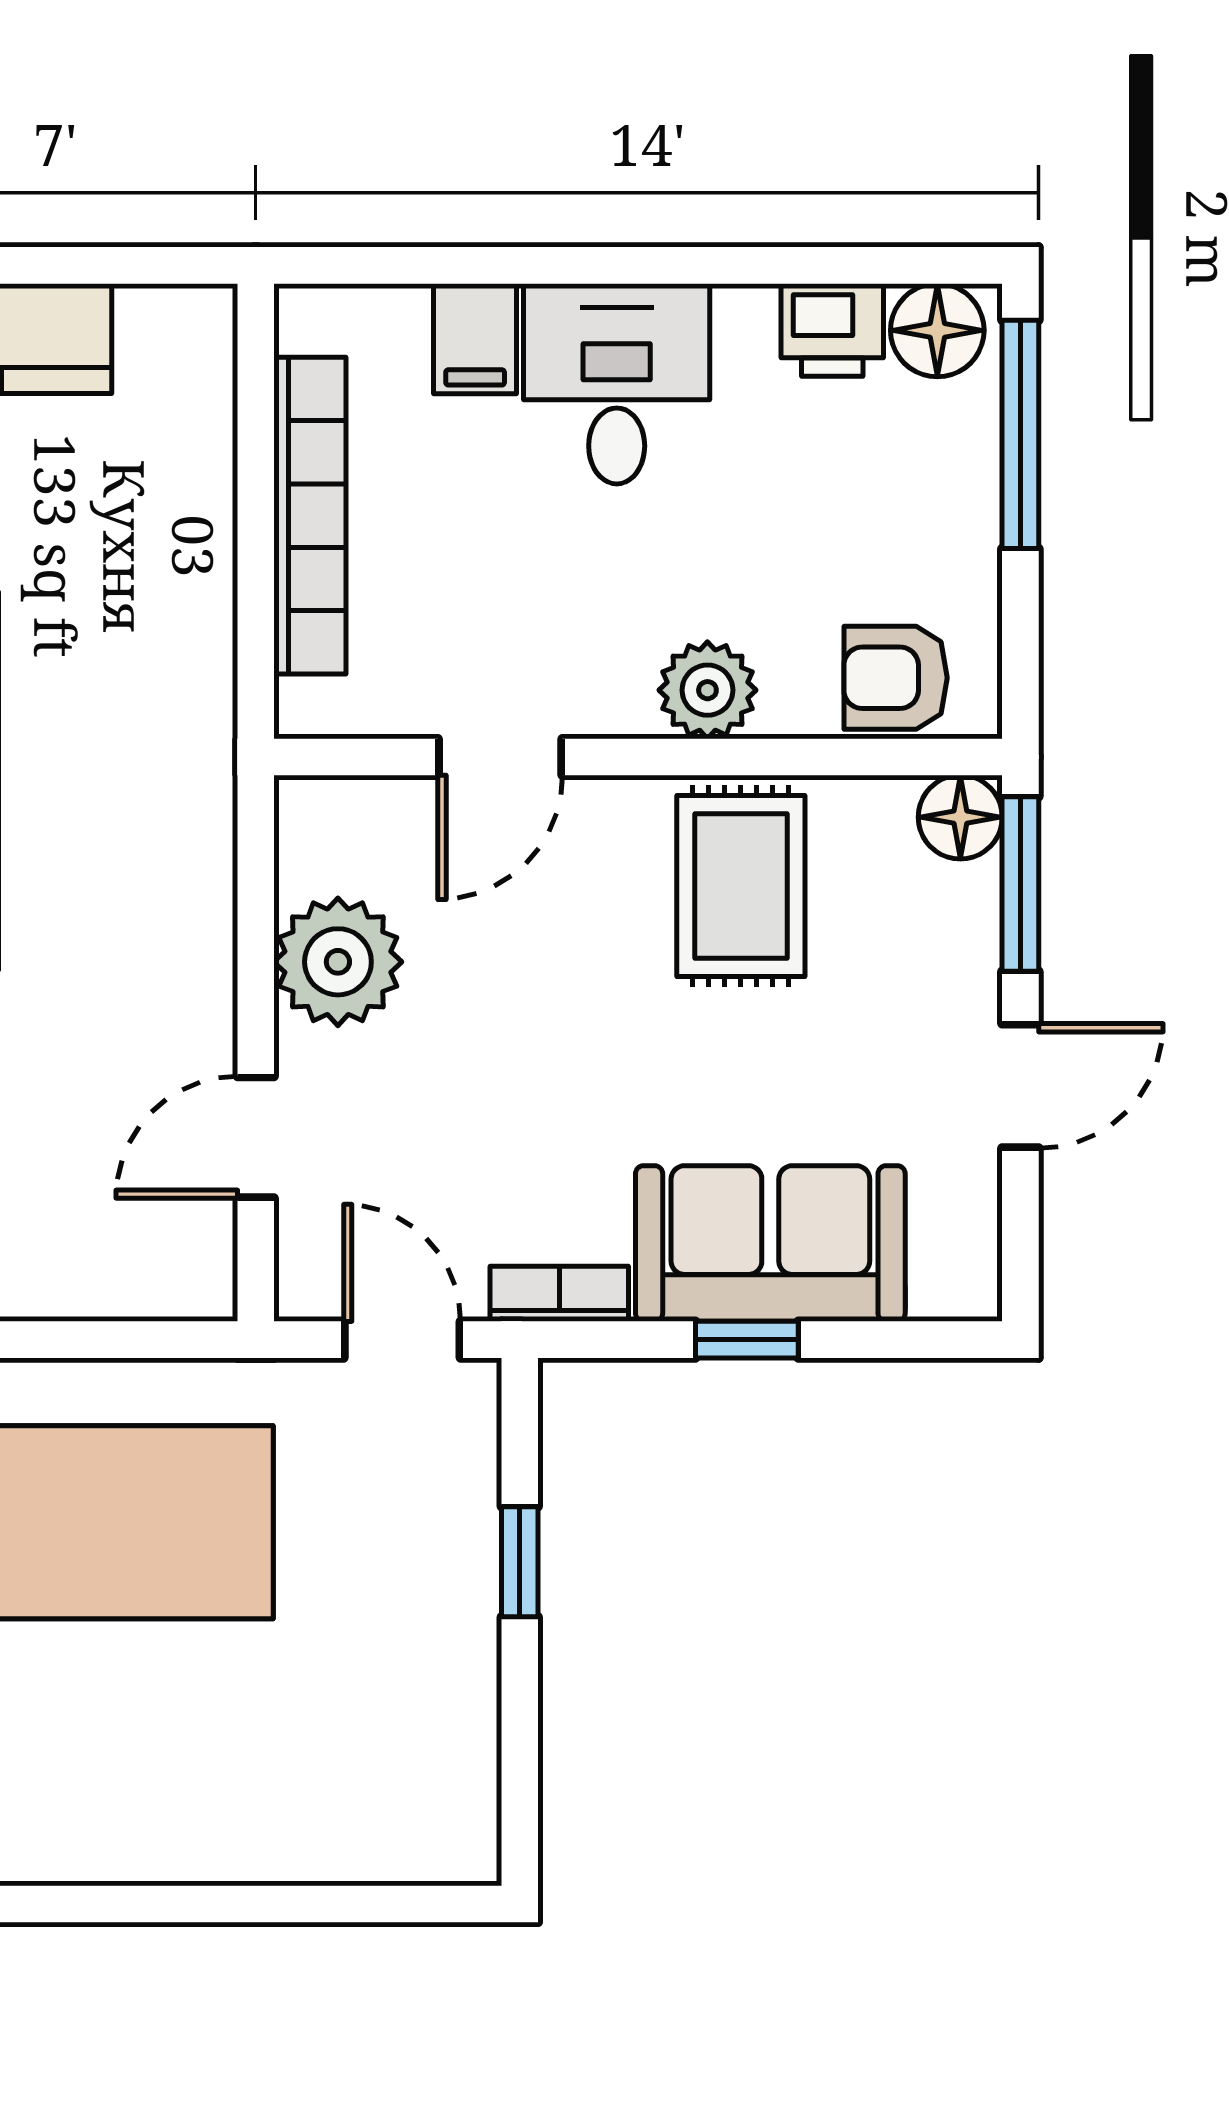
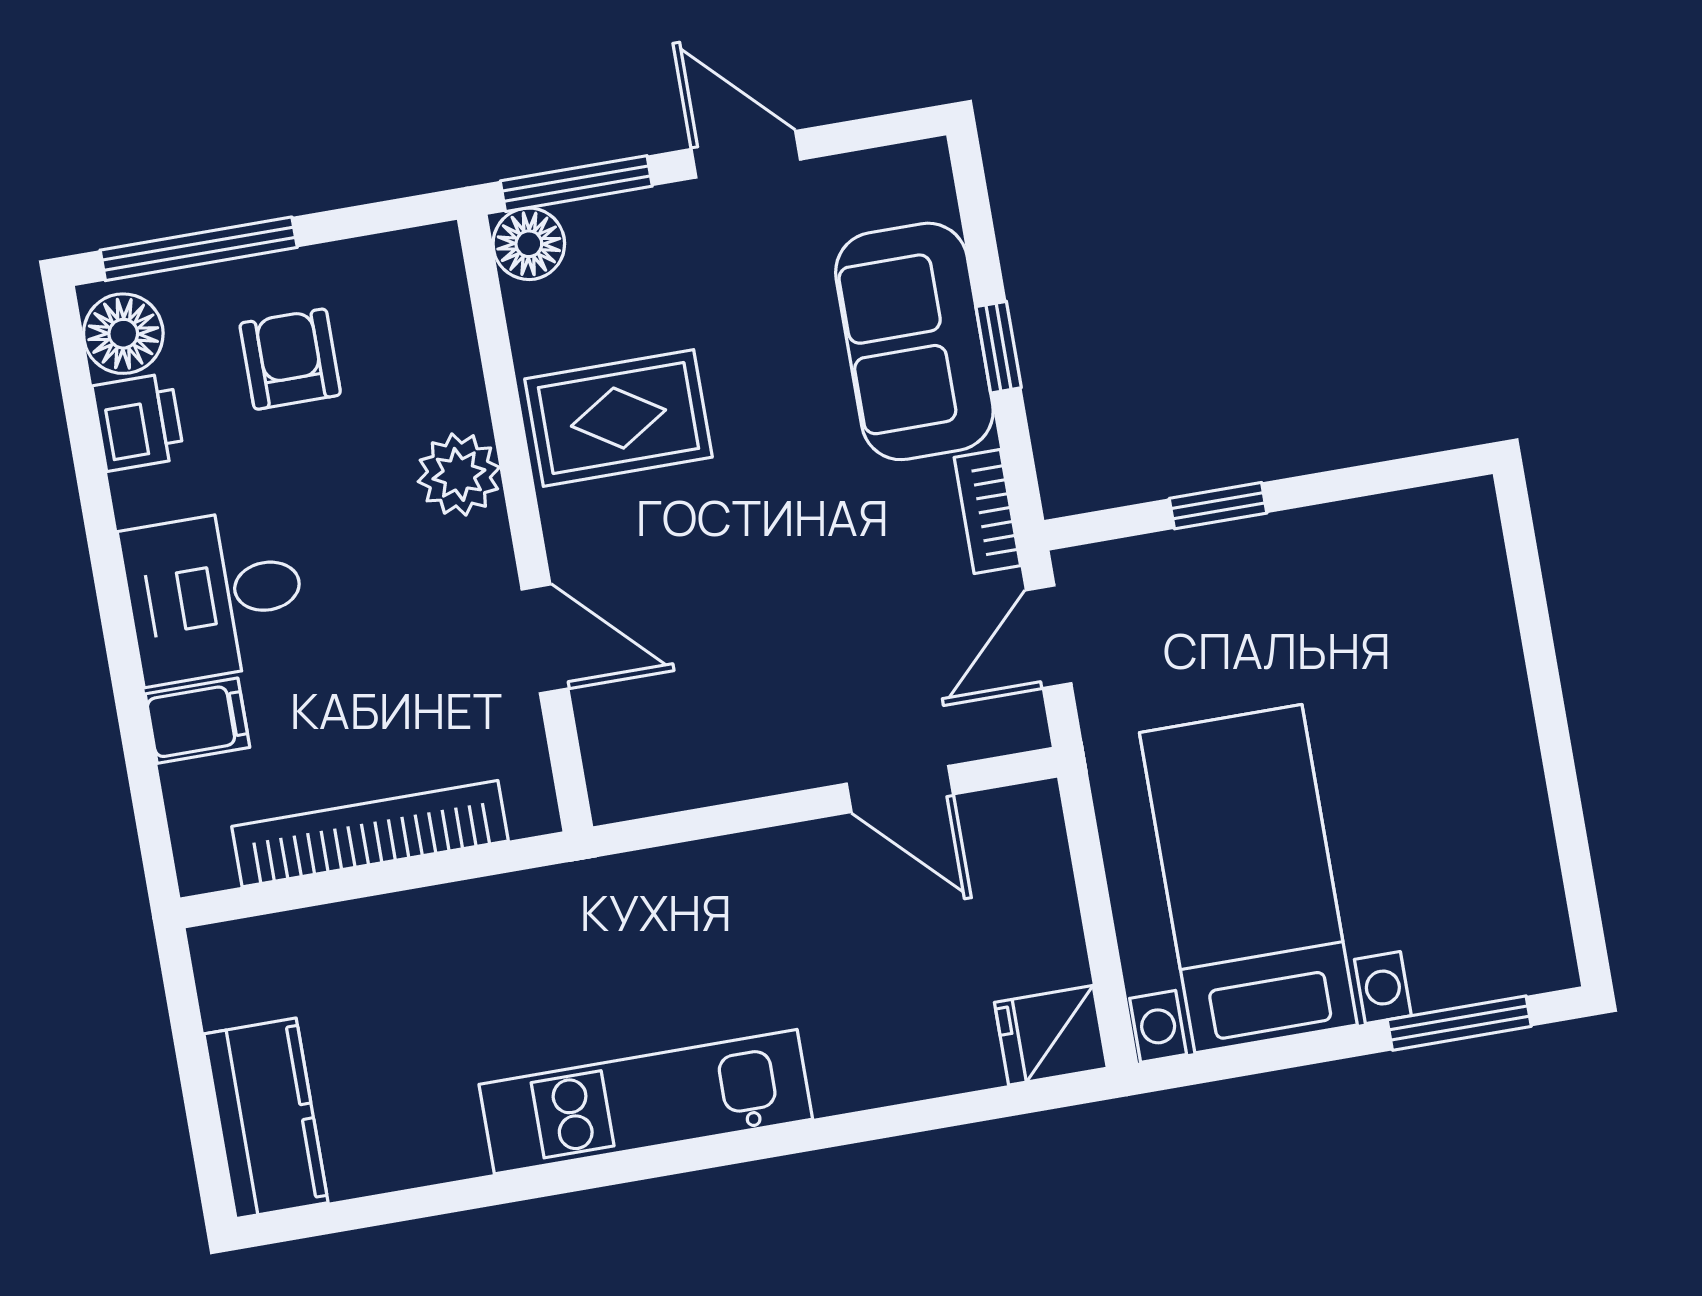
armchair: (896, 678) -> (290, 359), moved, turned 180
plant: (338, 962) -> (741, 745), removed

